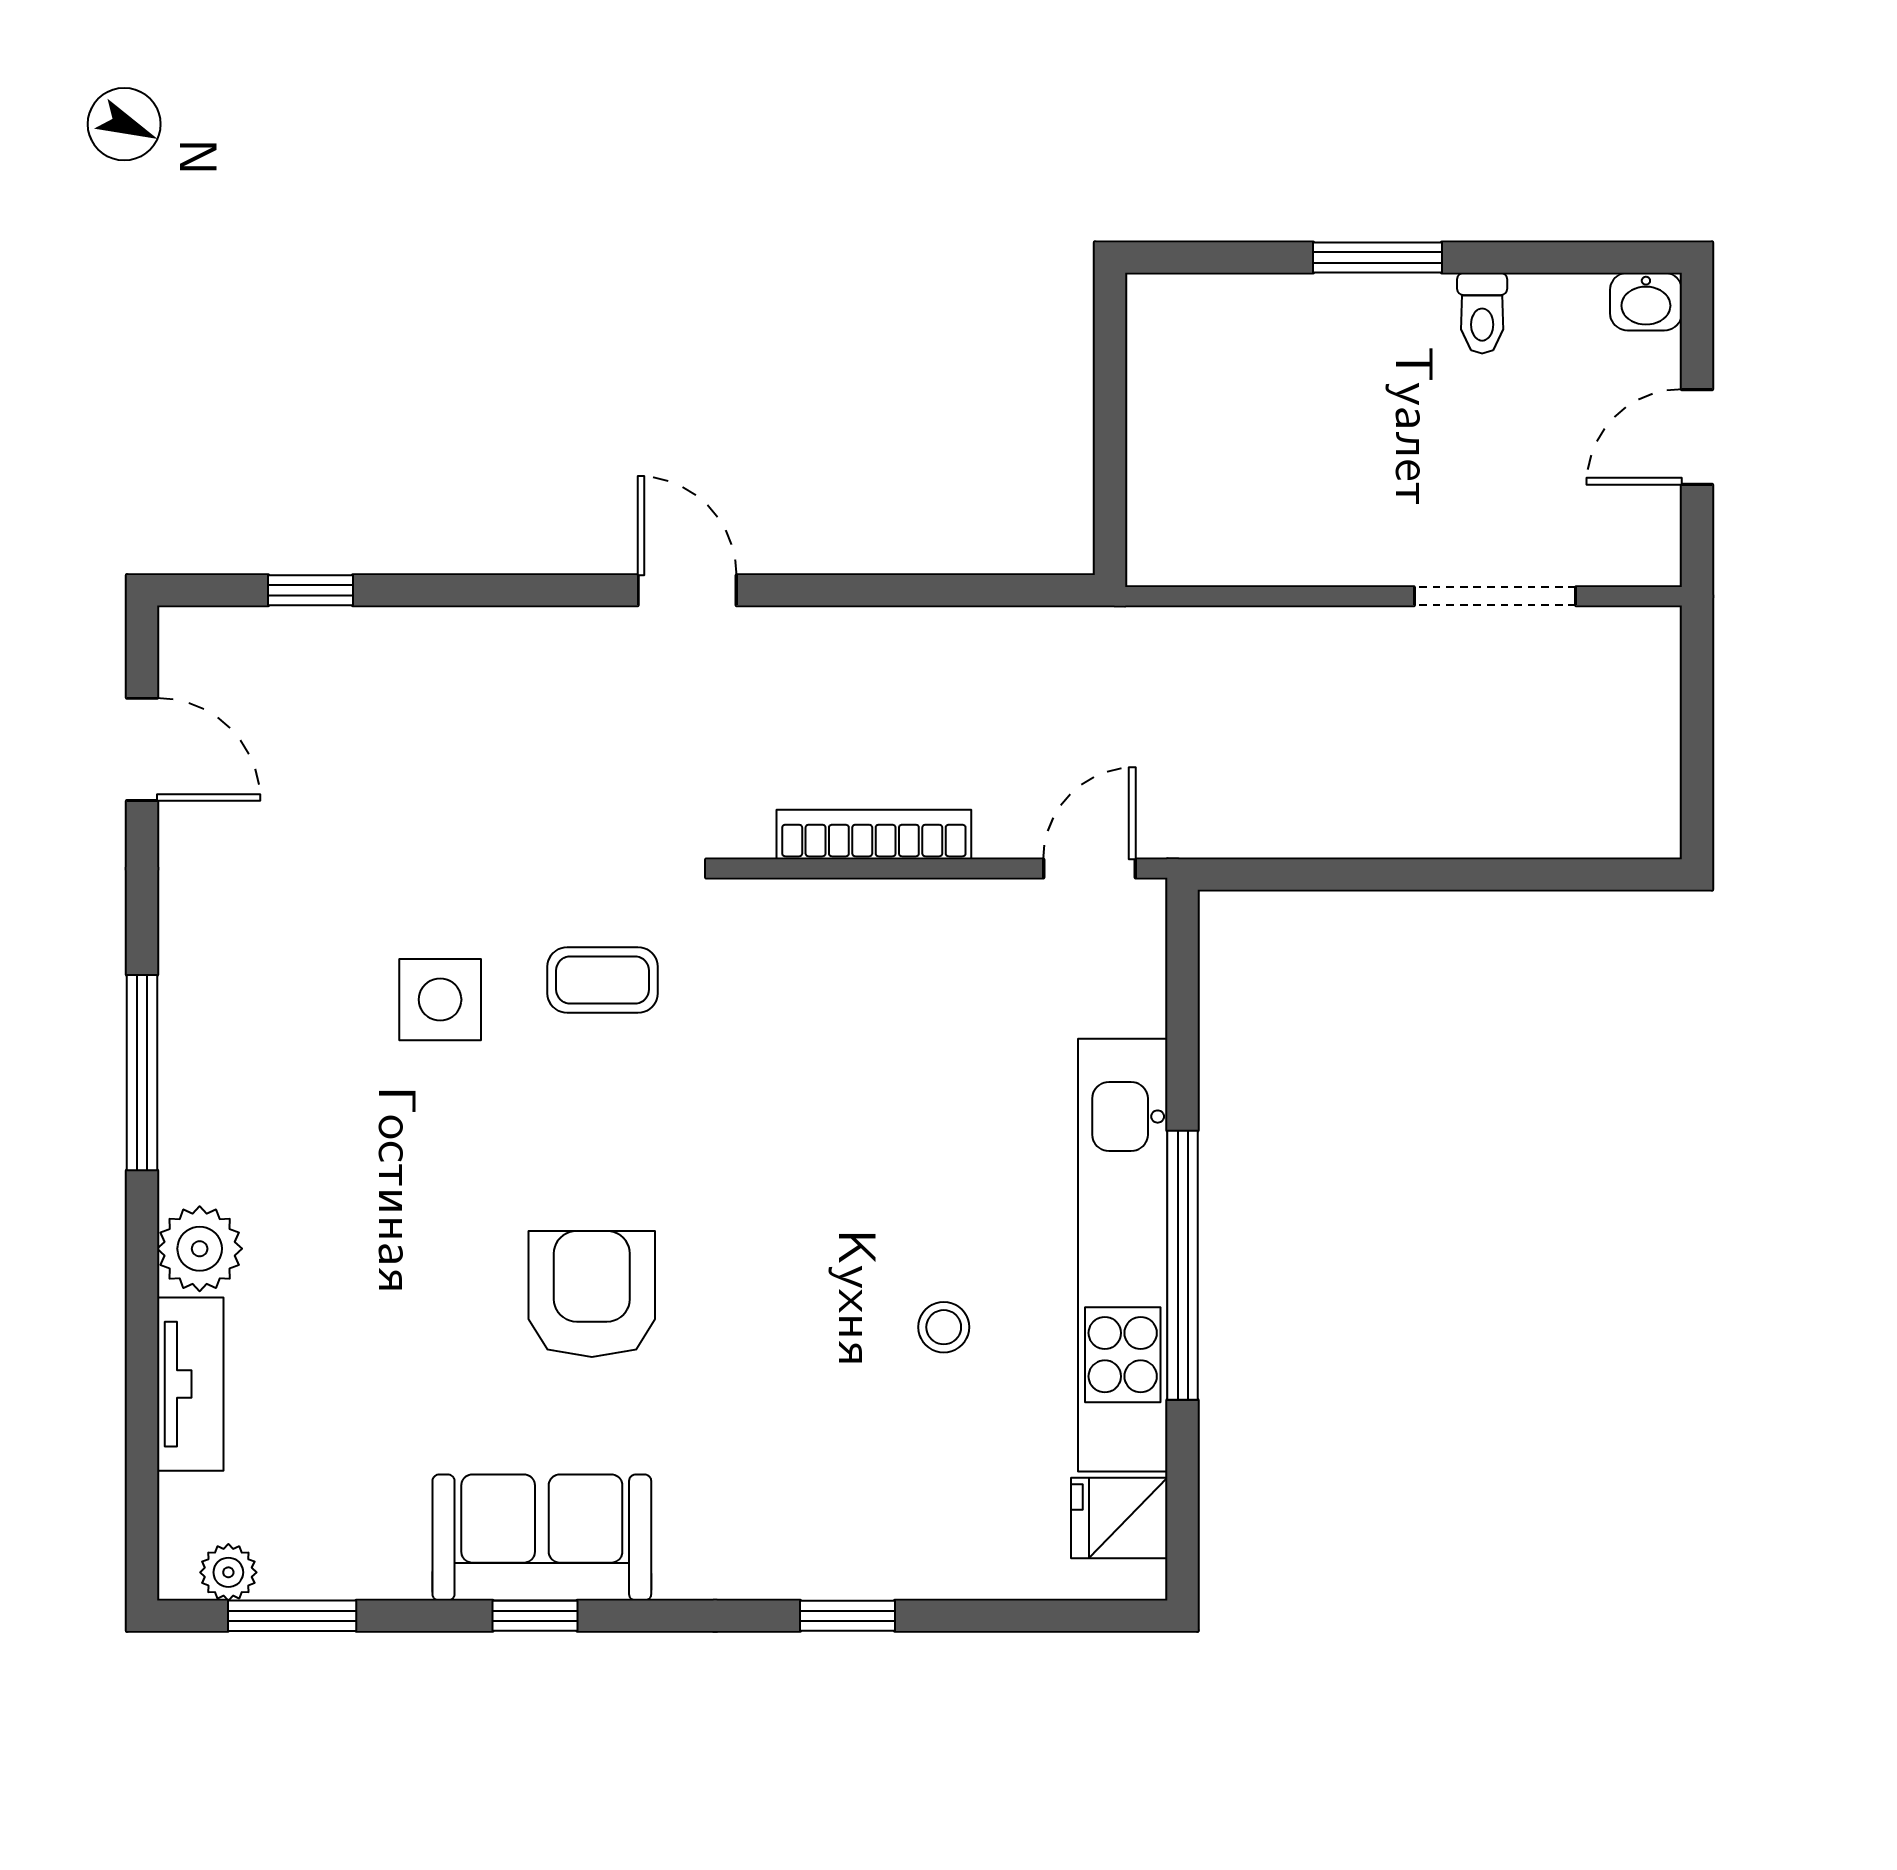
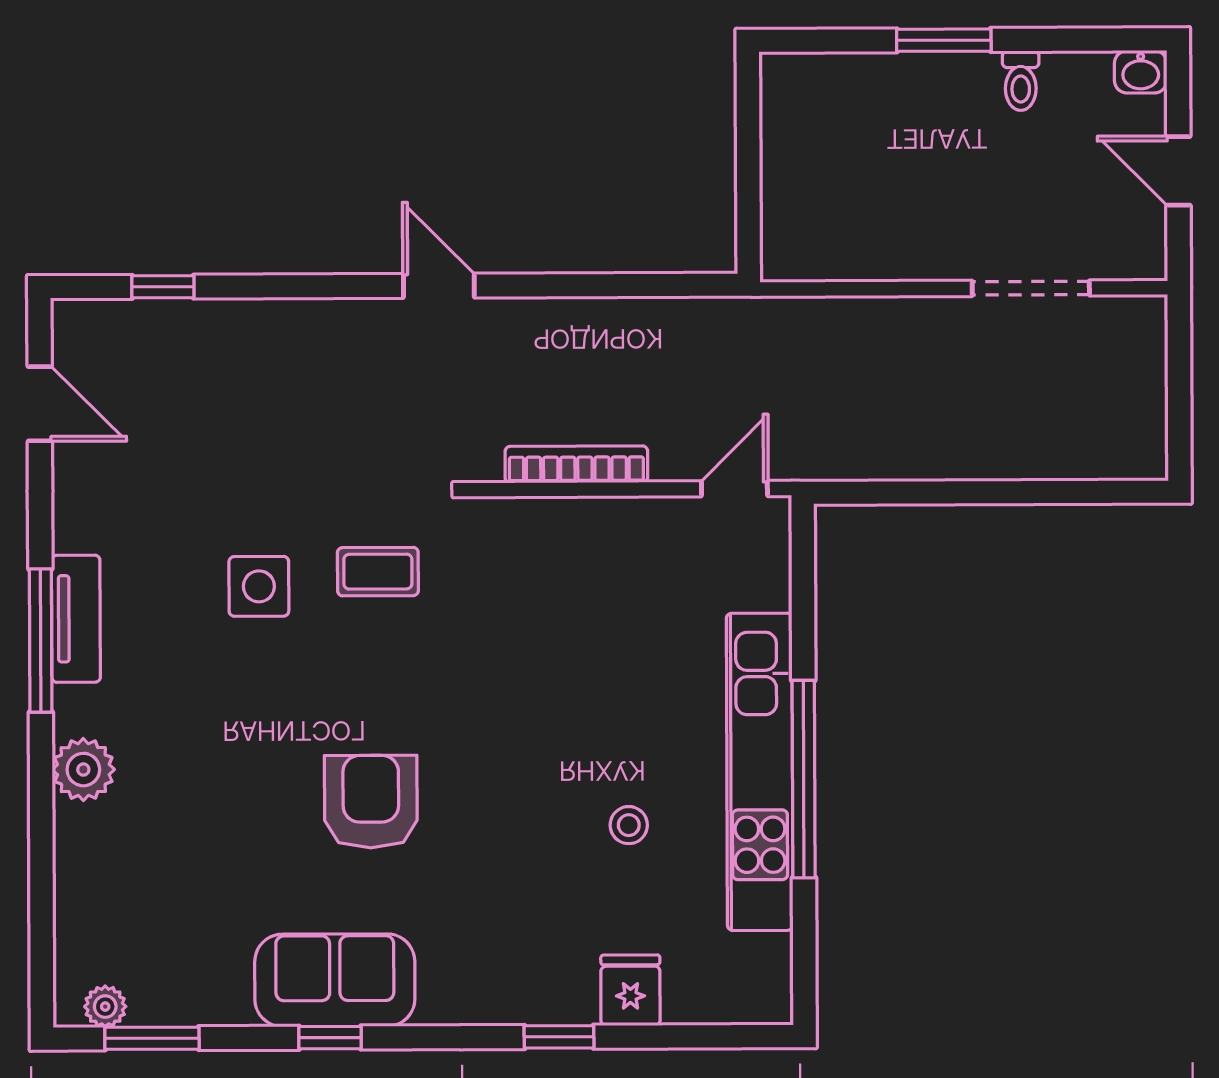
door: (1697, 437) -> (1178, 171), hinge flipped
tv unit: (190, 1384) -> (76, 619), moved
fridge: (1119, 1518) -> (630, 990), moved, turned 90

